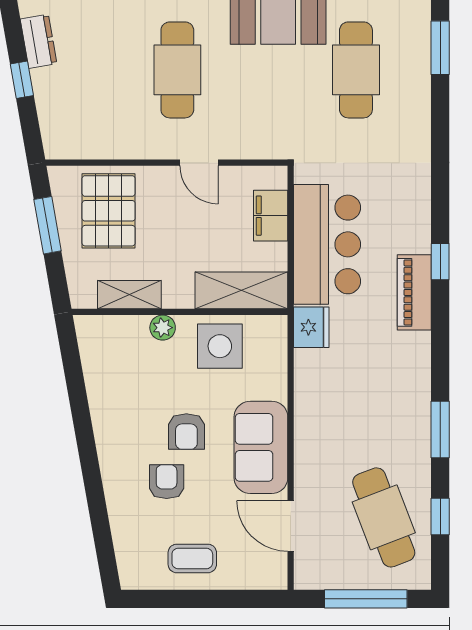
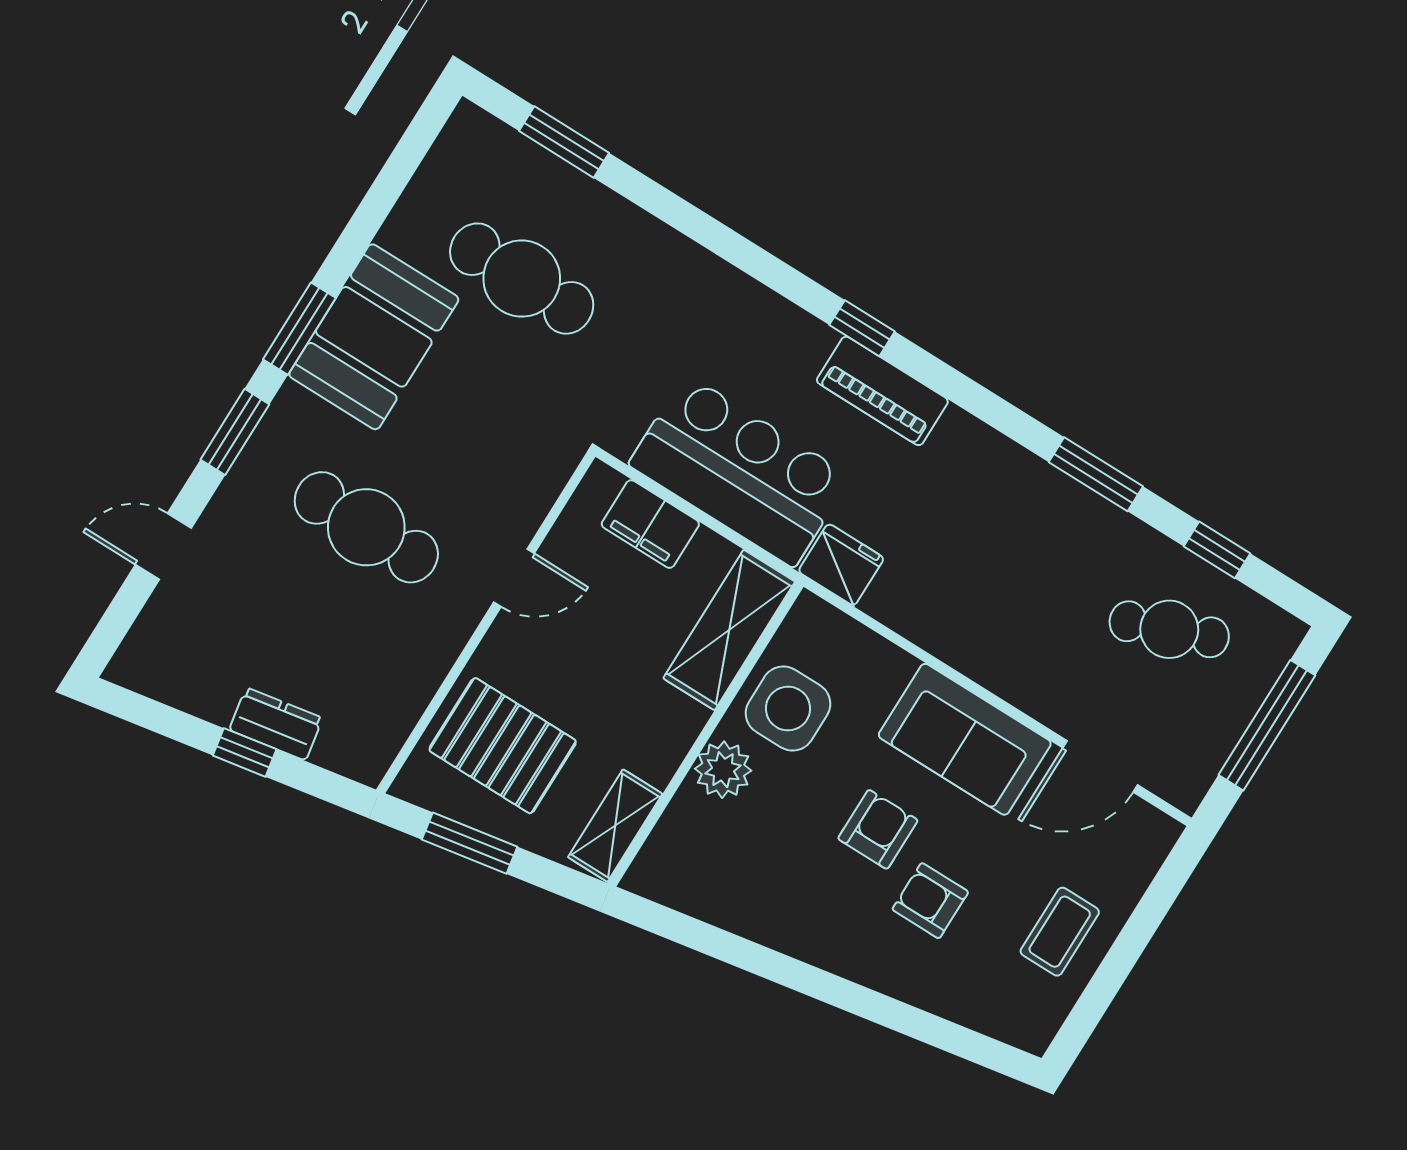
dresser: (39, 41) -> (276, 724), moved
shelving: (129, 295) -> (615, 826), moved
plant: (163, 328) -> (723, 770), width x1.38, depth x1.38
armchair: (186, 432) -> (878, 829), turned -90
cafe table: (384, 517) -> (1169, 629), width x0.73, depth x0.74

